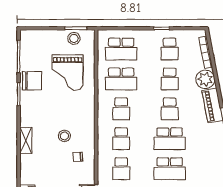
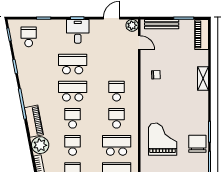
grand piano: (67, 73) -> (163, 139), moved
chair: (32, 81) -> (197, 144), turned 90
stool: (64, 136) -> (168, 94), removed
shelving: (26, 140) -> (203, 78), moved
school desk: (121, 169) -> (117, 64), removed

